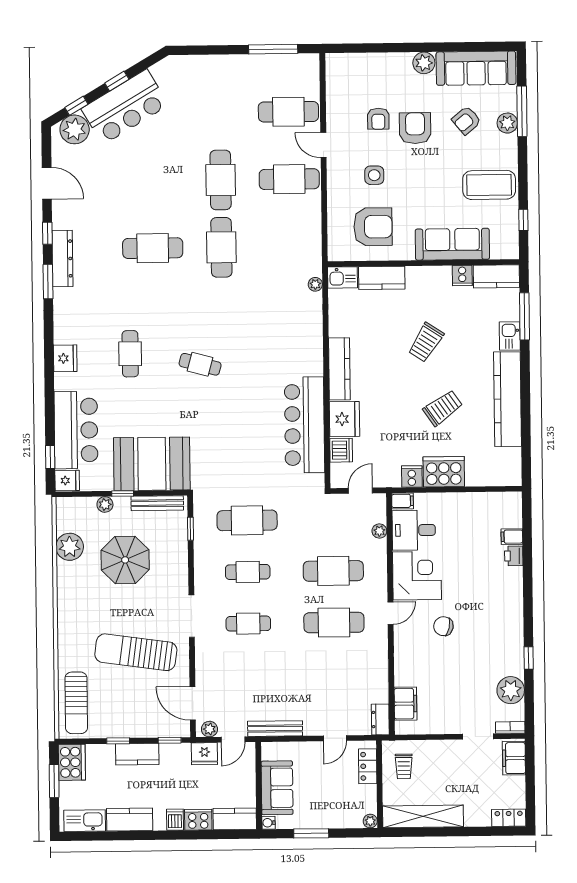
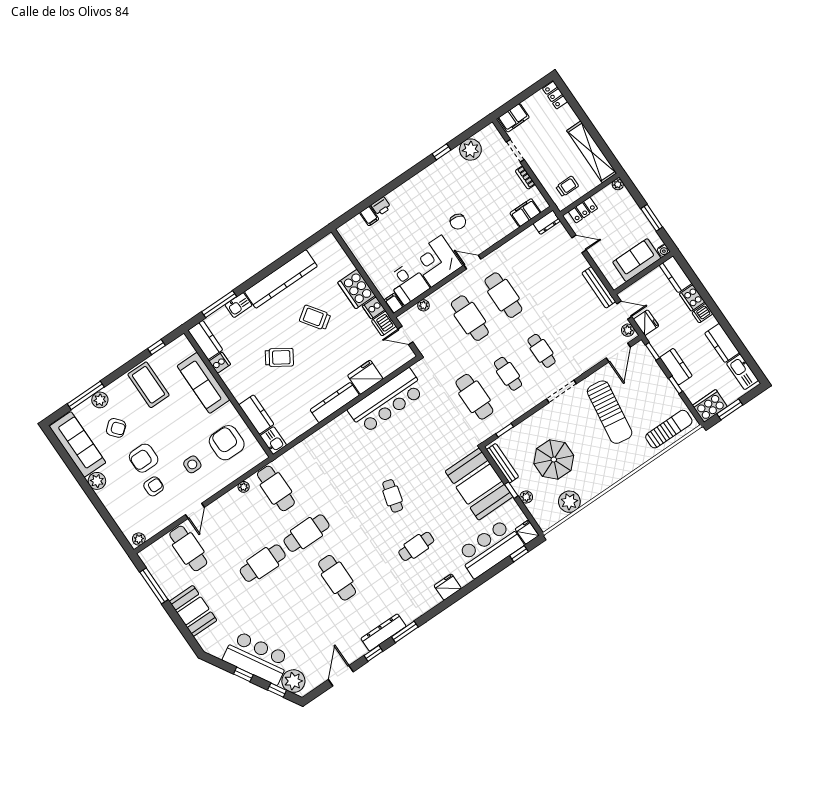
plant: (333, 66) -> (139, 539), added
booth: (219, 73) -> (193, 611), added
cafe table: (289, 179) -> (276, 488), moved
plant: (315, 284) -> (244, 487), moved
dishwasher: (341, 450) -> (384, 324), moved, turned -90
bookcase: (510, 727) -> (525, 178), moved

